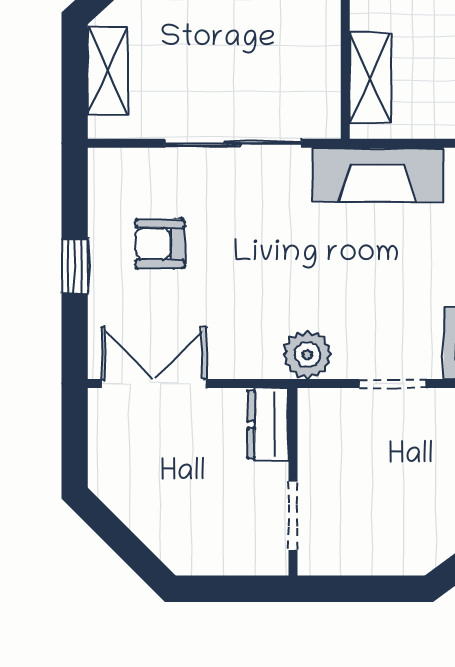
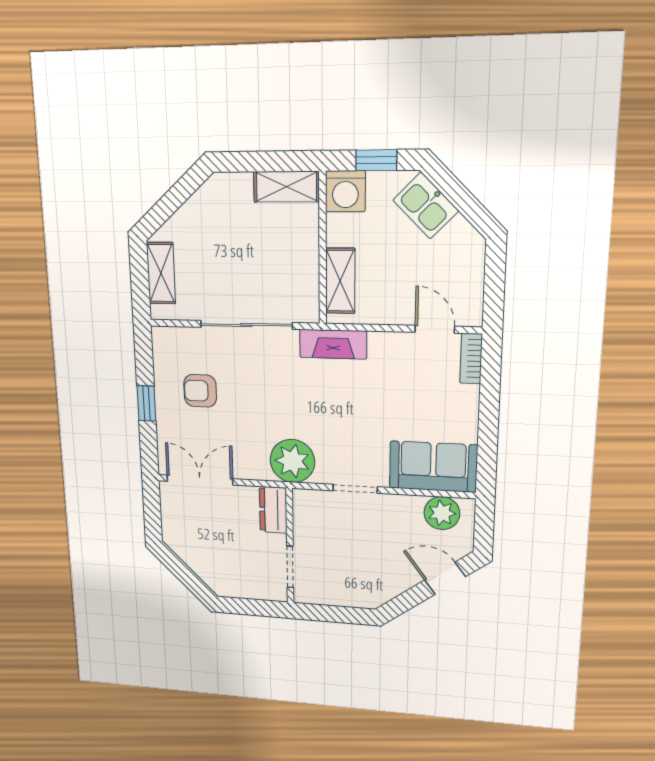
fireplace: (378, 175) -> (333, 344), width x0.73, depth x0.76
plant: (307, 355) -> (292, 461), width x1.36, depth x1.36

